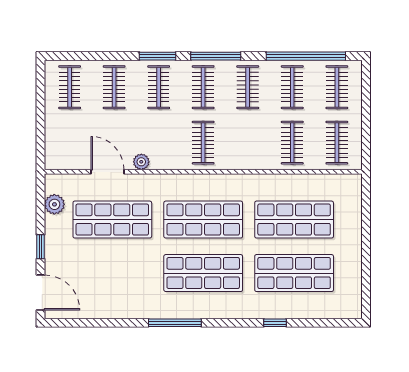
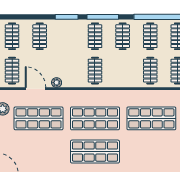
clothes rail: (159, 87) -> (12, 71), moved
shop shelf: (294, 273) -> (151, 152), removed

